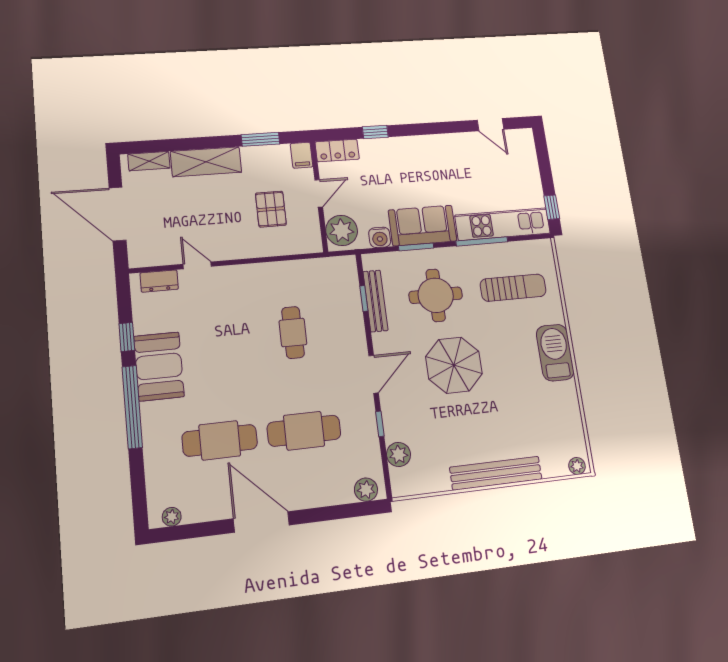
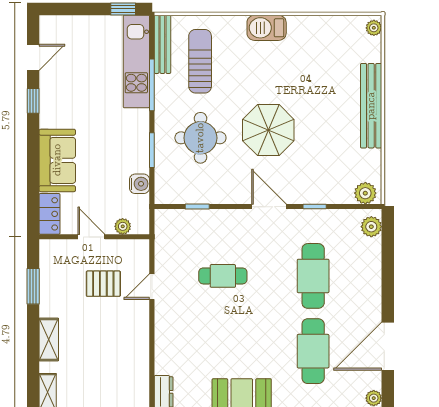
window: (375, 132) -> (33, 101), moved
filing cabinet: (302, 155) -> (52, 249), removed
shelving: (206, 162) -> (49, 339), width x0.67, depth x0.75
sofa: (422, 226) -> (57, 160), moved, turned 180
plant: (342, 230) -> (123, 226), width x0.53, depth x0.53
door: (197, 265) -> (152, 287), moved
bench: (375, 301) -> (162, 44), moved, turned 90
barbecue: (555, 353) -> (267, 28), width x0.73, depth x0.83
plant: (399, 454) -> (365, 193), moved
door: (261, 522) -> (388, 346), moved

